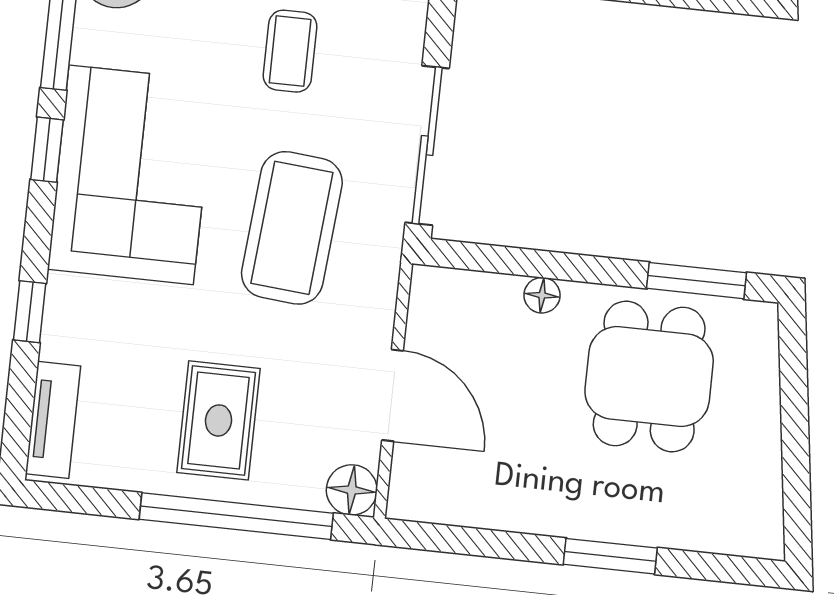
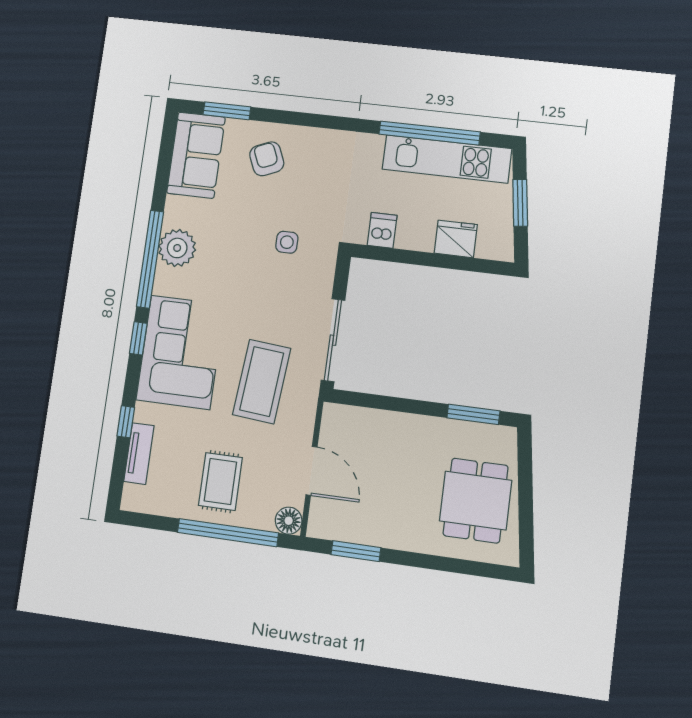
coffee table: (290, 51) -> (264, 290), removed
floor lamp: (542, 295) -> (391, 420), removed
dining table: (649, 377) -> (476, 501), moved
tv unit: (53, 420) -> (139, 454), moved
window: (610, 556) -> (356, 551), moved

